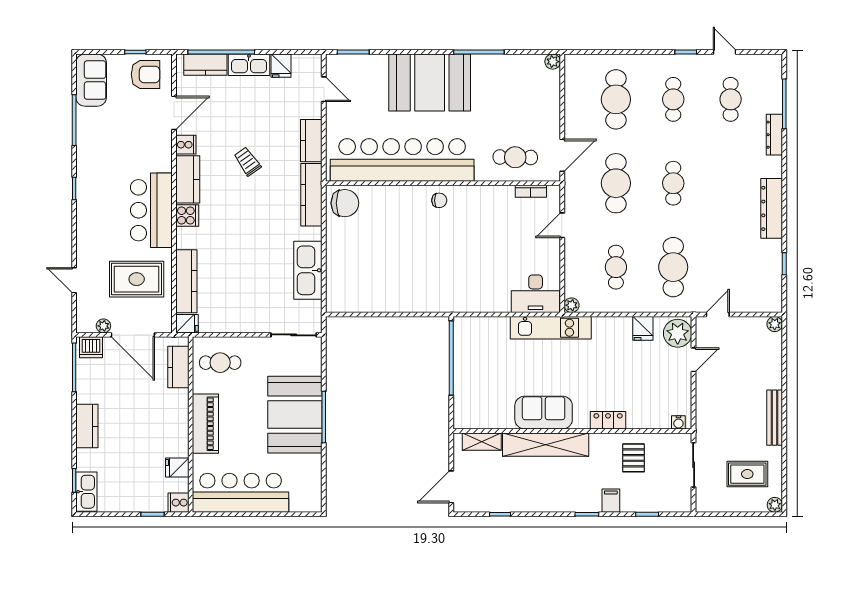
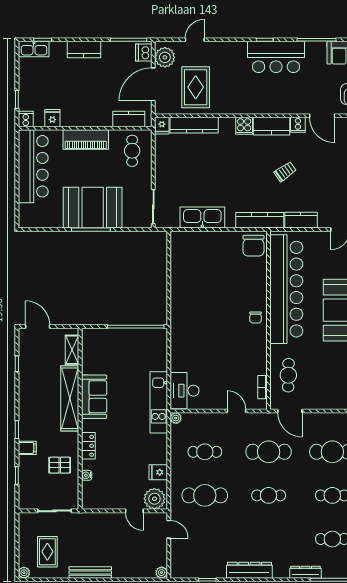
bar counter: (151, 210) -> (276, 57), moved, turned 180
plant: (103, 326) -> (165, 57), width x1.88, depth x1.88
water cooler: (678, 422) -> (87, 475), moved

